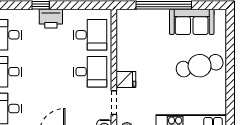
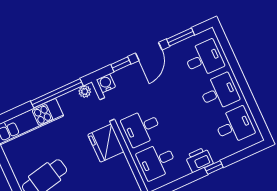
fridge: (126, 80) -> (106, 143), width x1.88, depth x1.34

